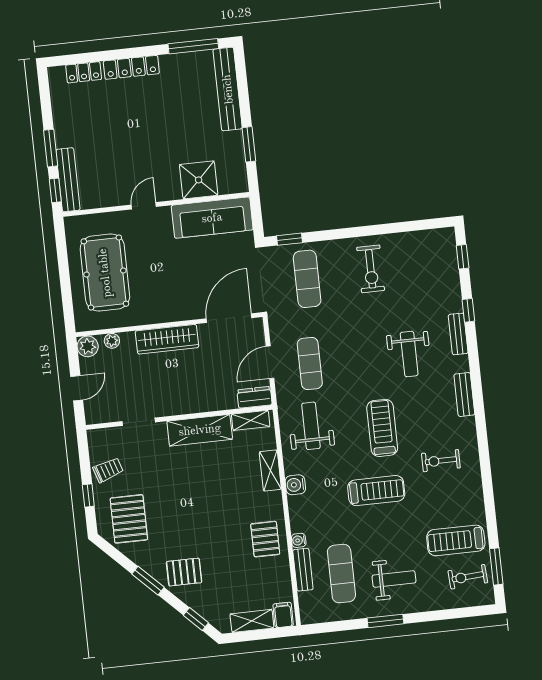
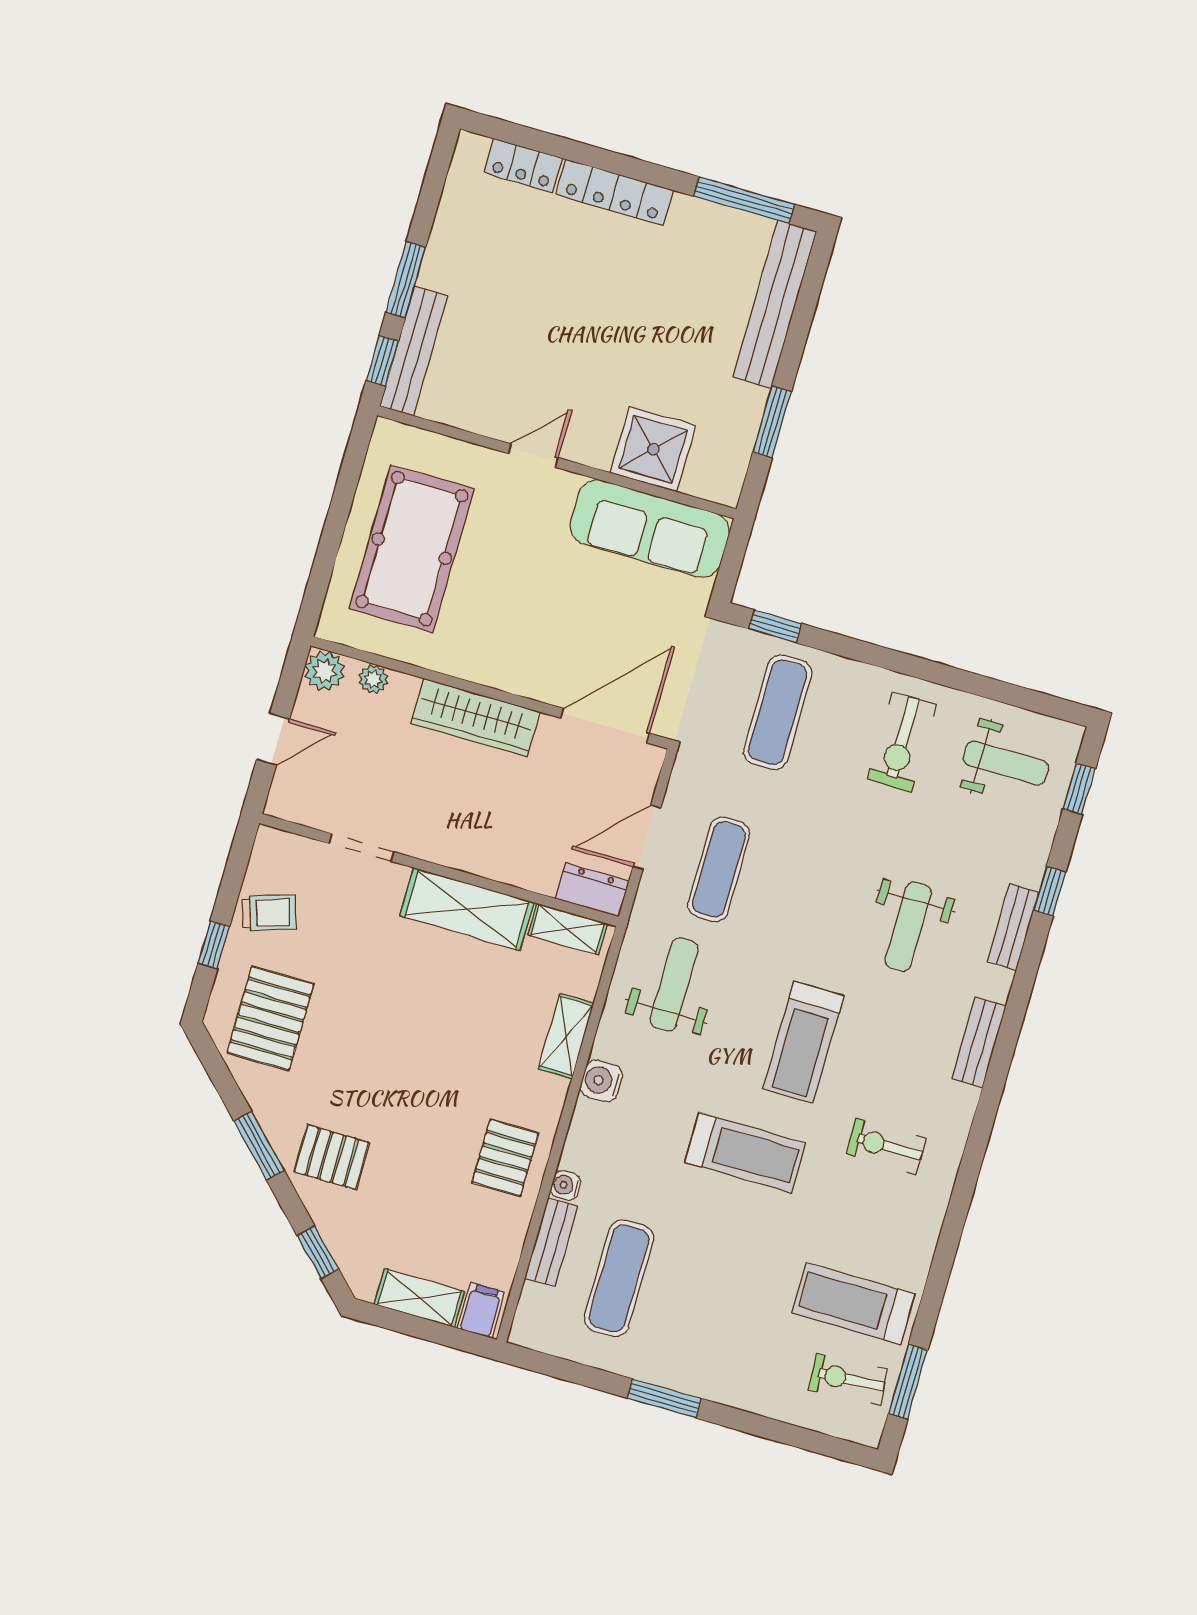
treadmill: (382, 428) -> (803, 1042), turned 180
weight bench: (394, 579) -> (1006, 763), moved

